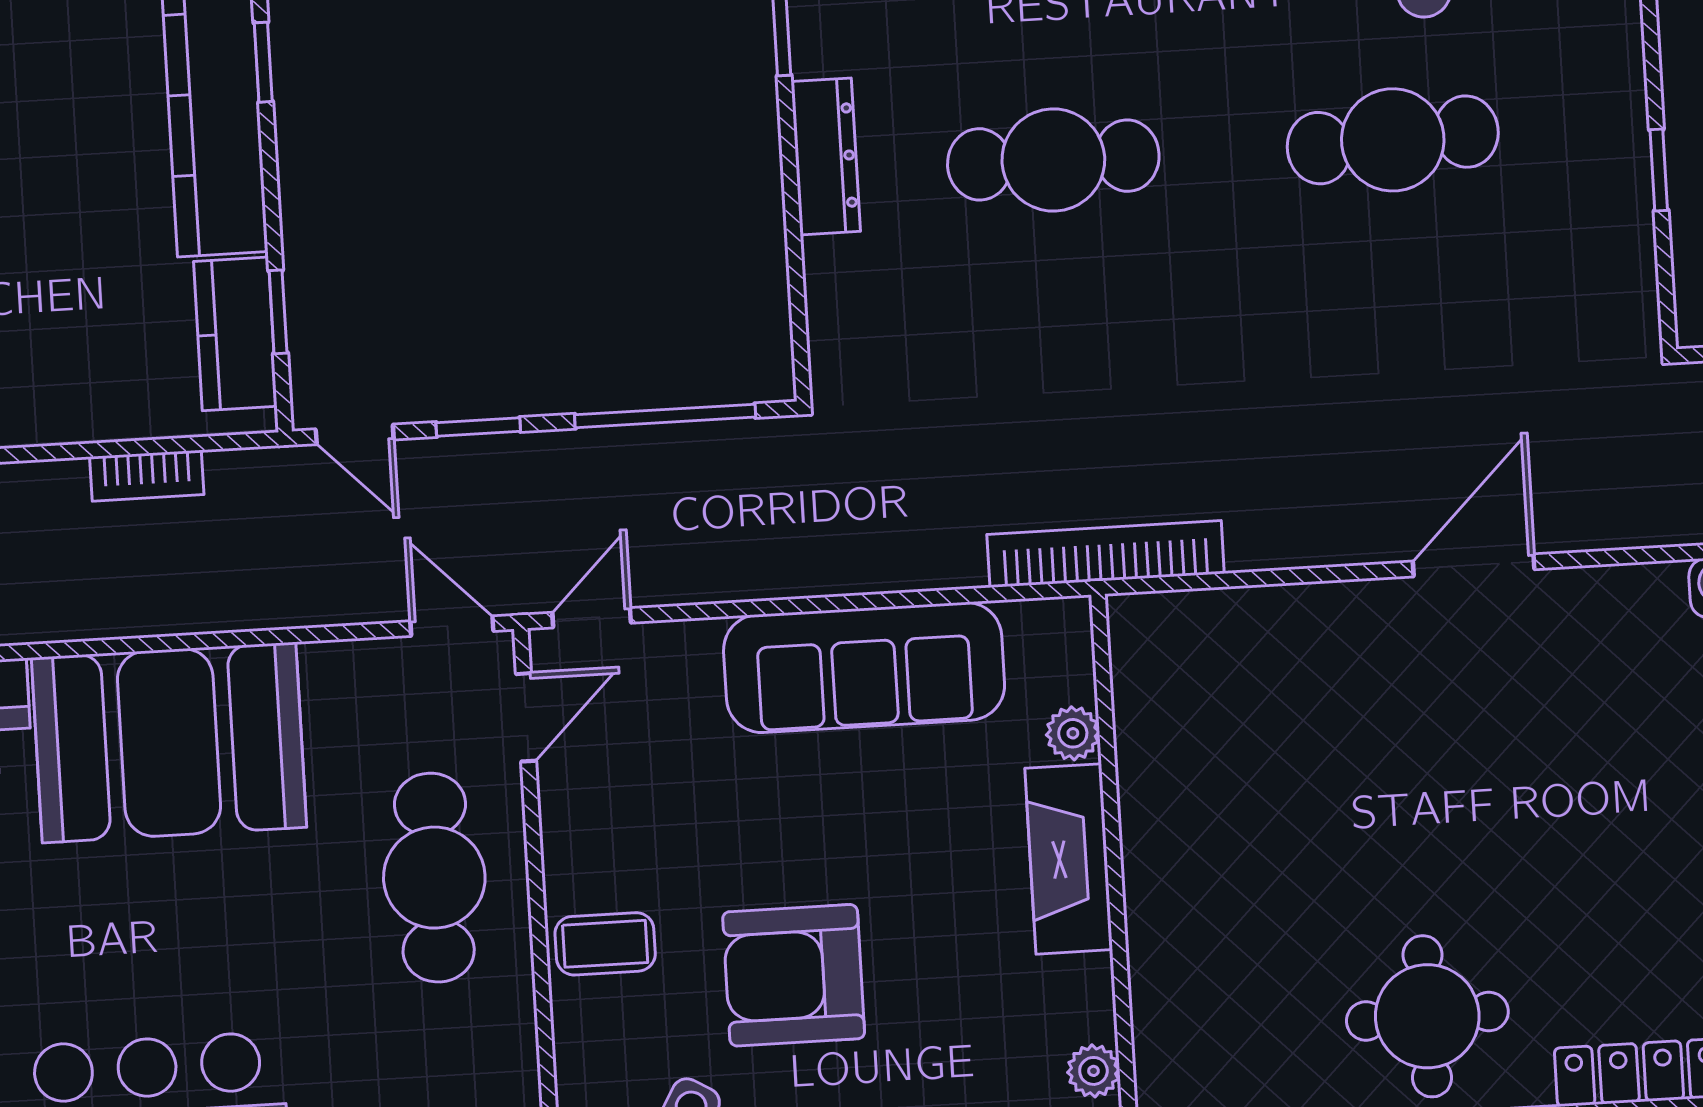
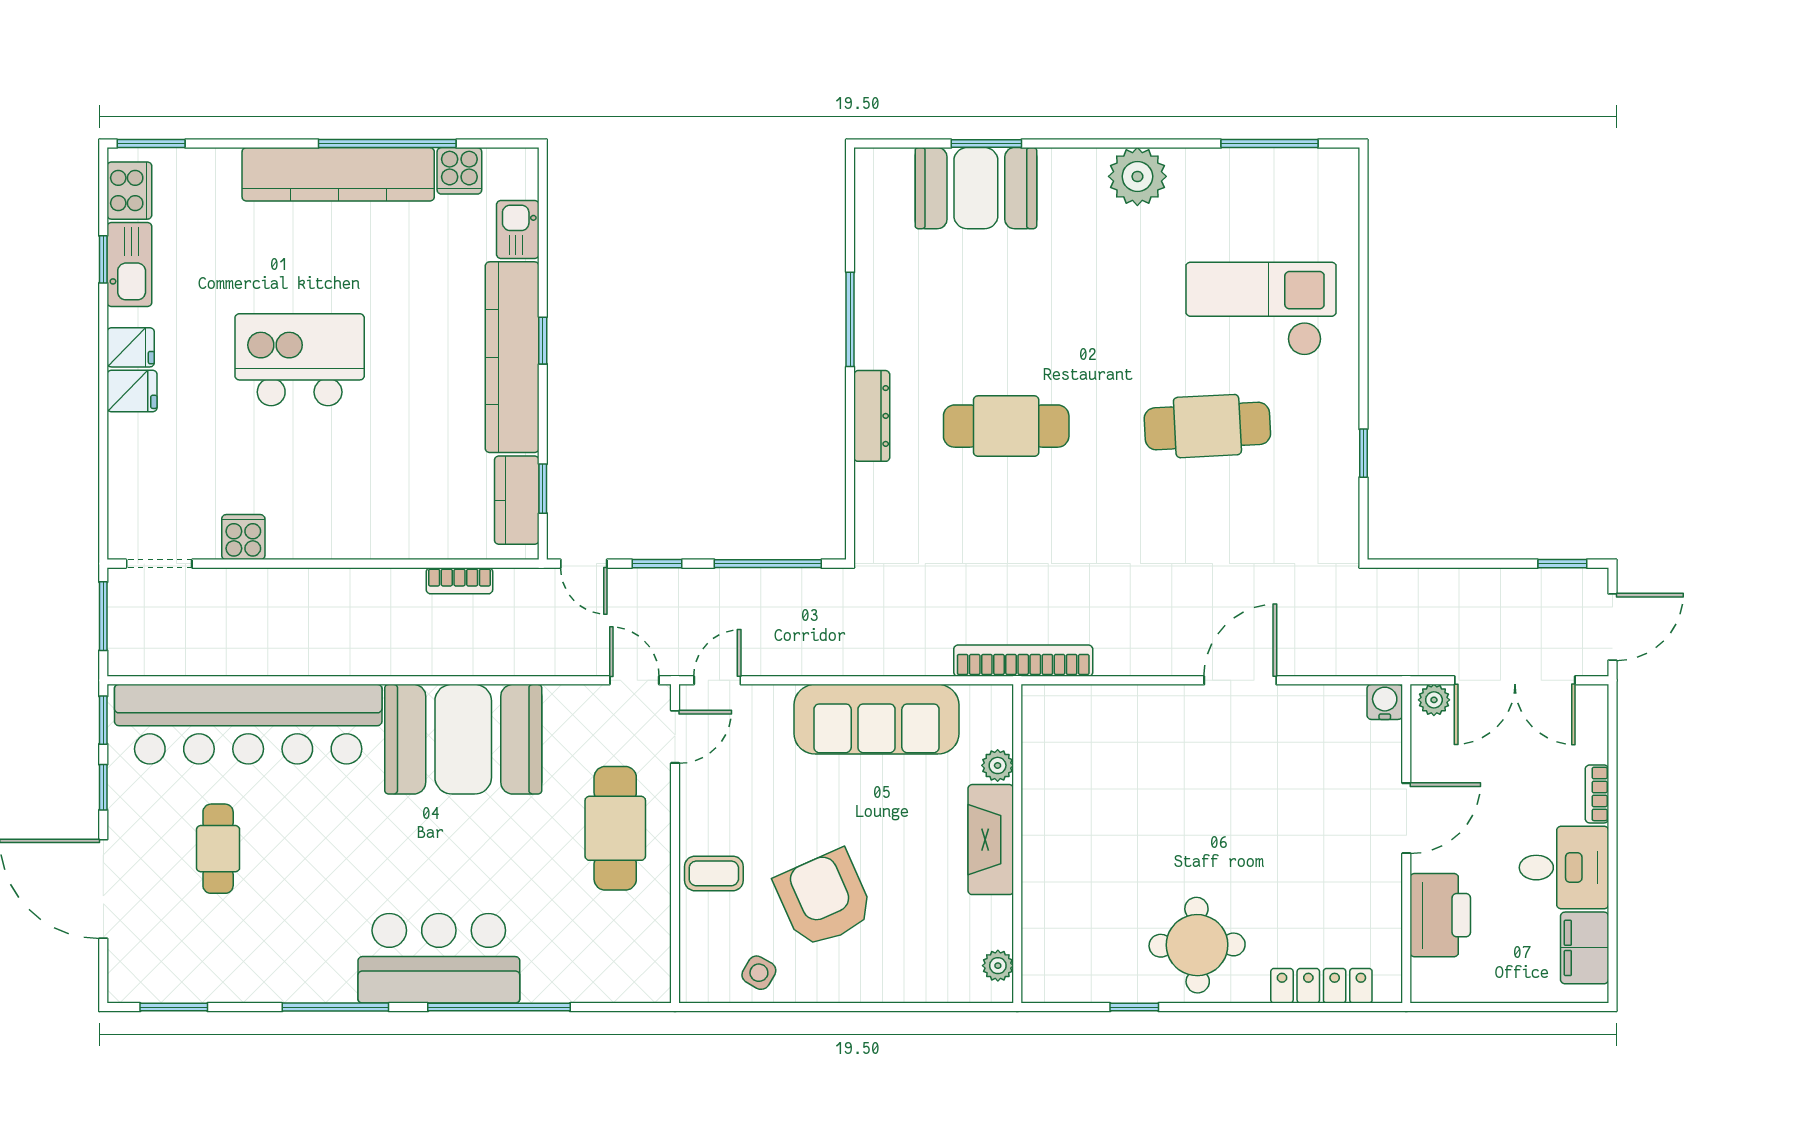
armchair: (794, 975) -> (824, 899), turned 66

